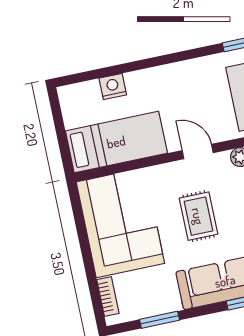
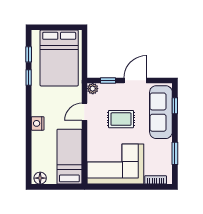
nightstand: (113, 87) -> (38, 123), moved
floor lamp: (70, 100) -> (40, 178), added

